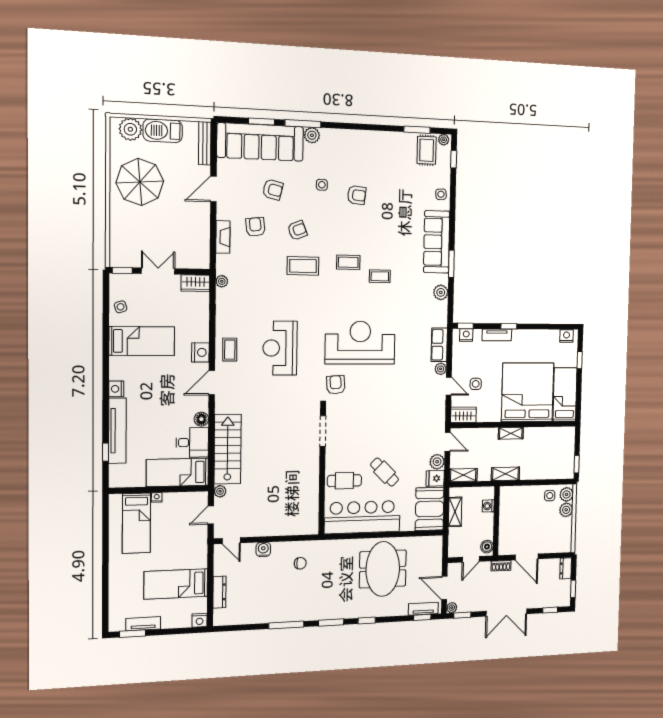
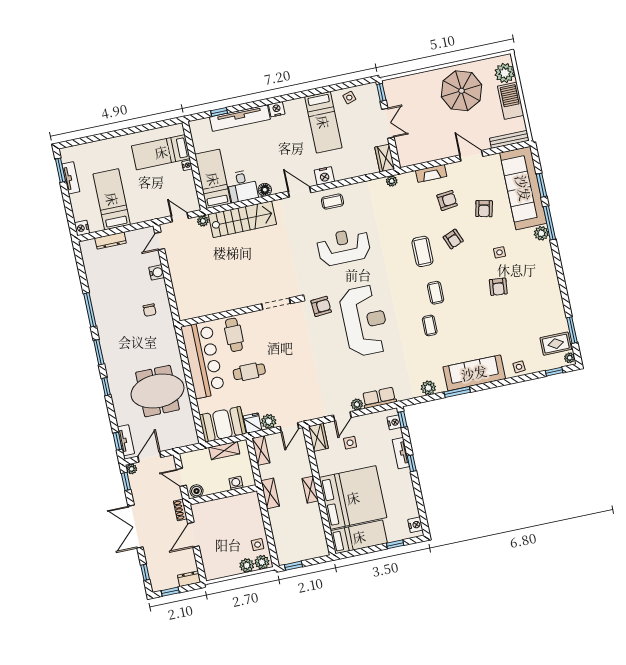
cafe table: (385, 472) -> (249, 372), turned 45

